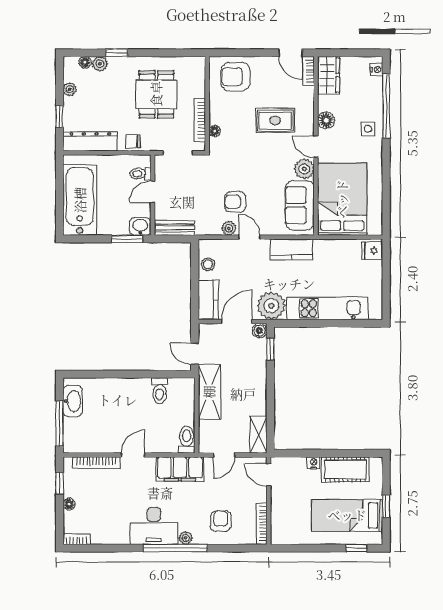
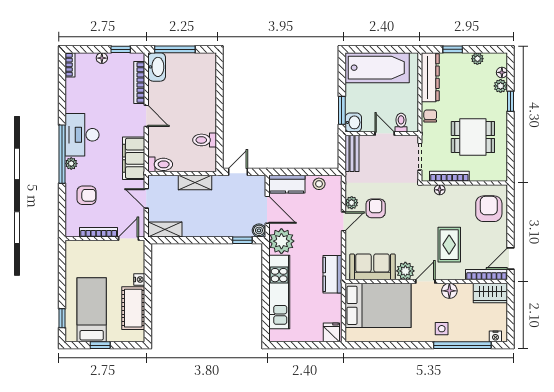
bookcase: (308, 71) -> (487, 275), width x1.56
kitchen counter: (292, 249) -> (332, 274), moved
shelving: (209, 392) -> (195, 182), width x0.67, depth x0.75
washbasin: (73, 401) -> (157, 67), moved, turned -90
bookcase: (261, 524) -> (99, 232), moved

